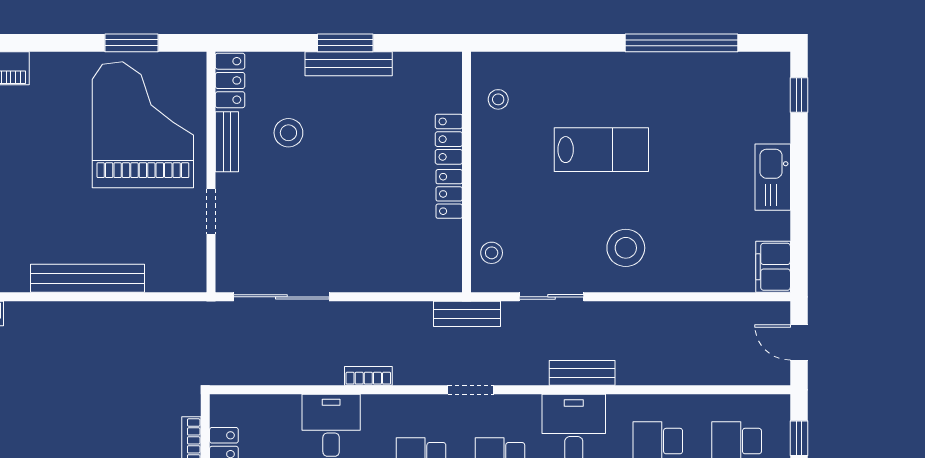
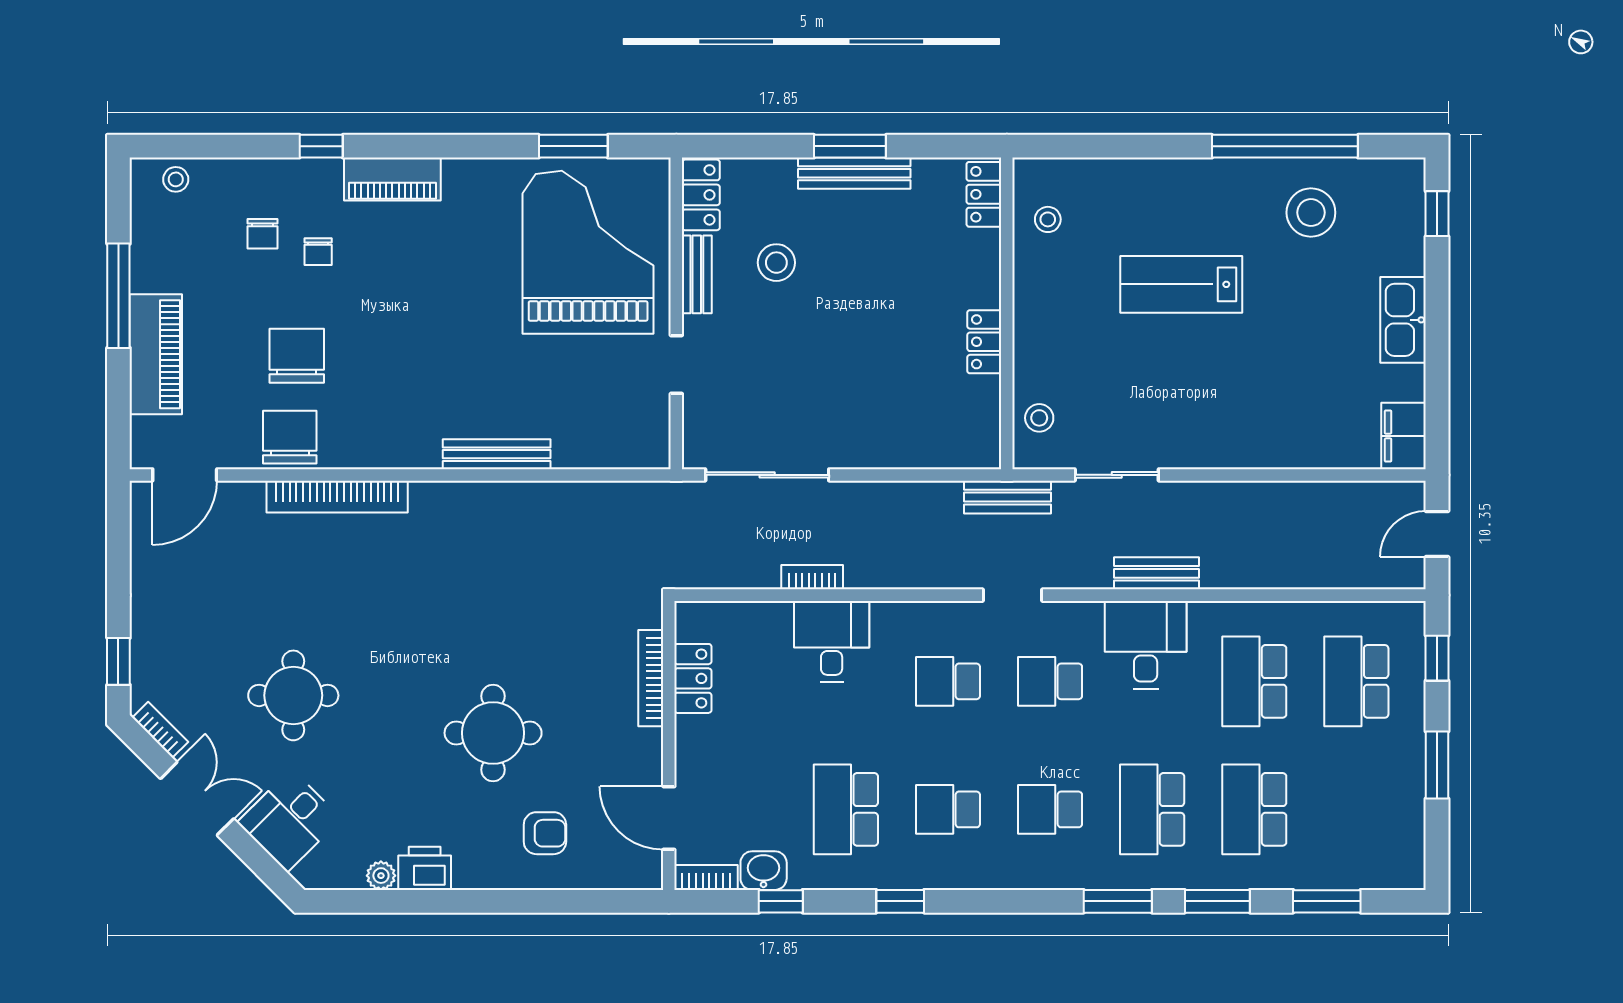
locker: (449, 139) -> (984, 194), moved
lab bench: (601, 150) -> (1181, 284), turned 180
stool: (626, 248) -> (1311, 213), moved
bench: (88, 278) -> (497, 454), width x0.73, depth x0.82
door: (799, 342) -> (1437, 534), hinge flipped
bookcase: (368, 376) -> (812, 577), moved

